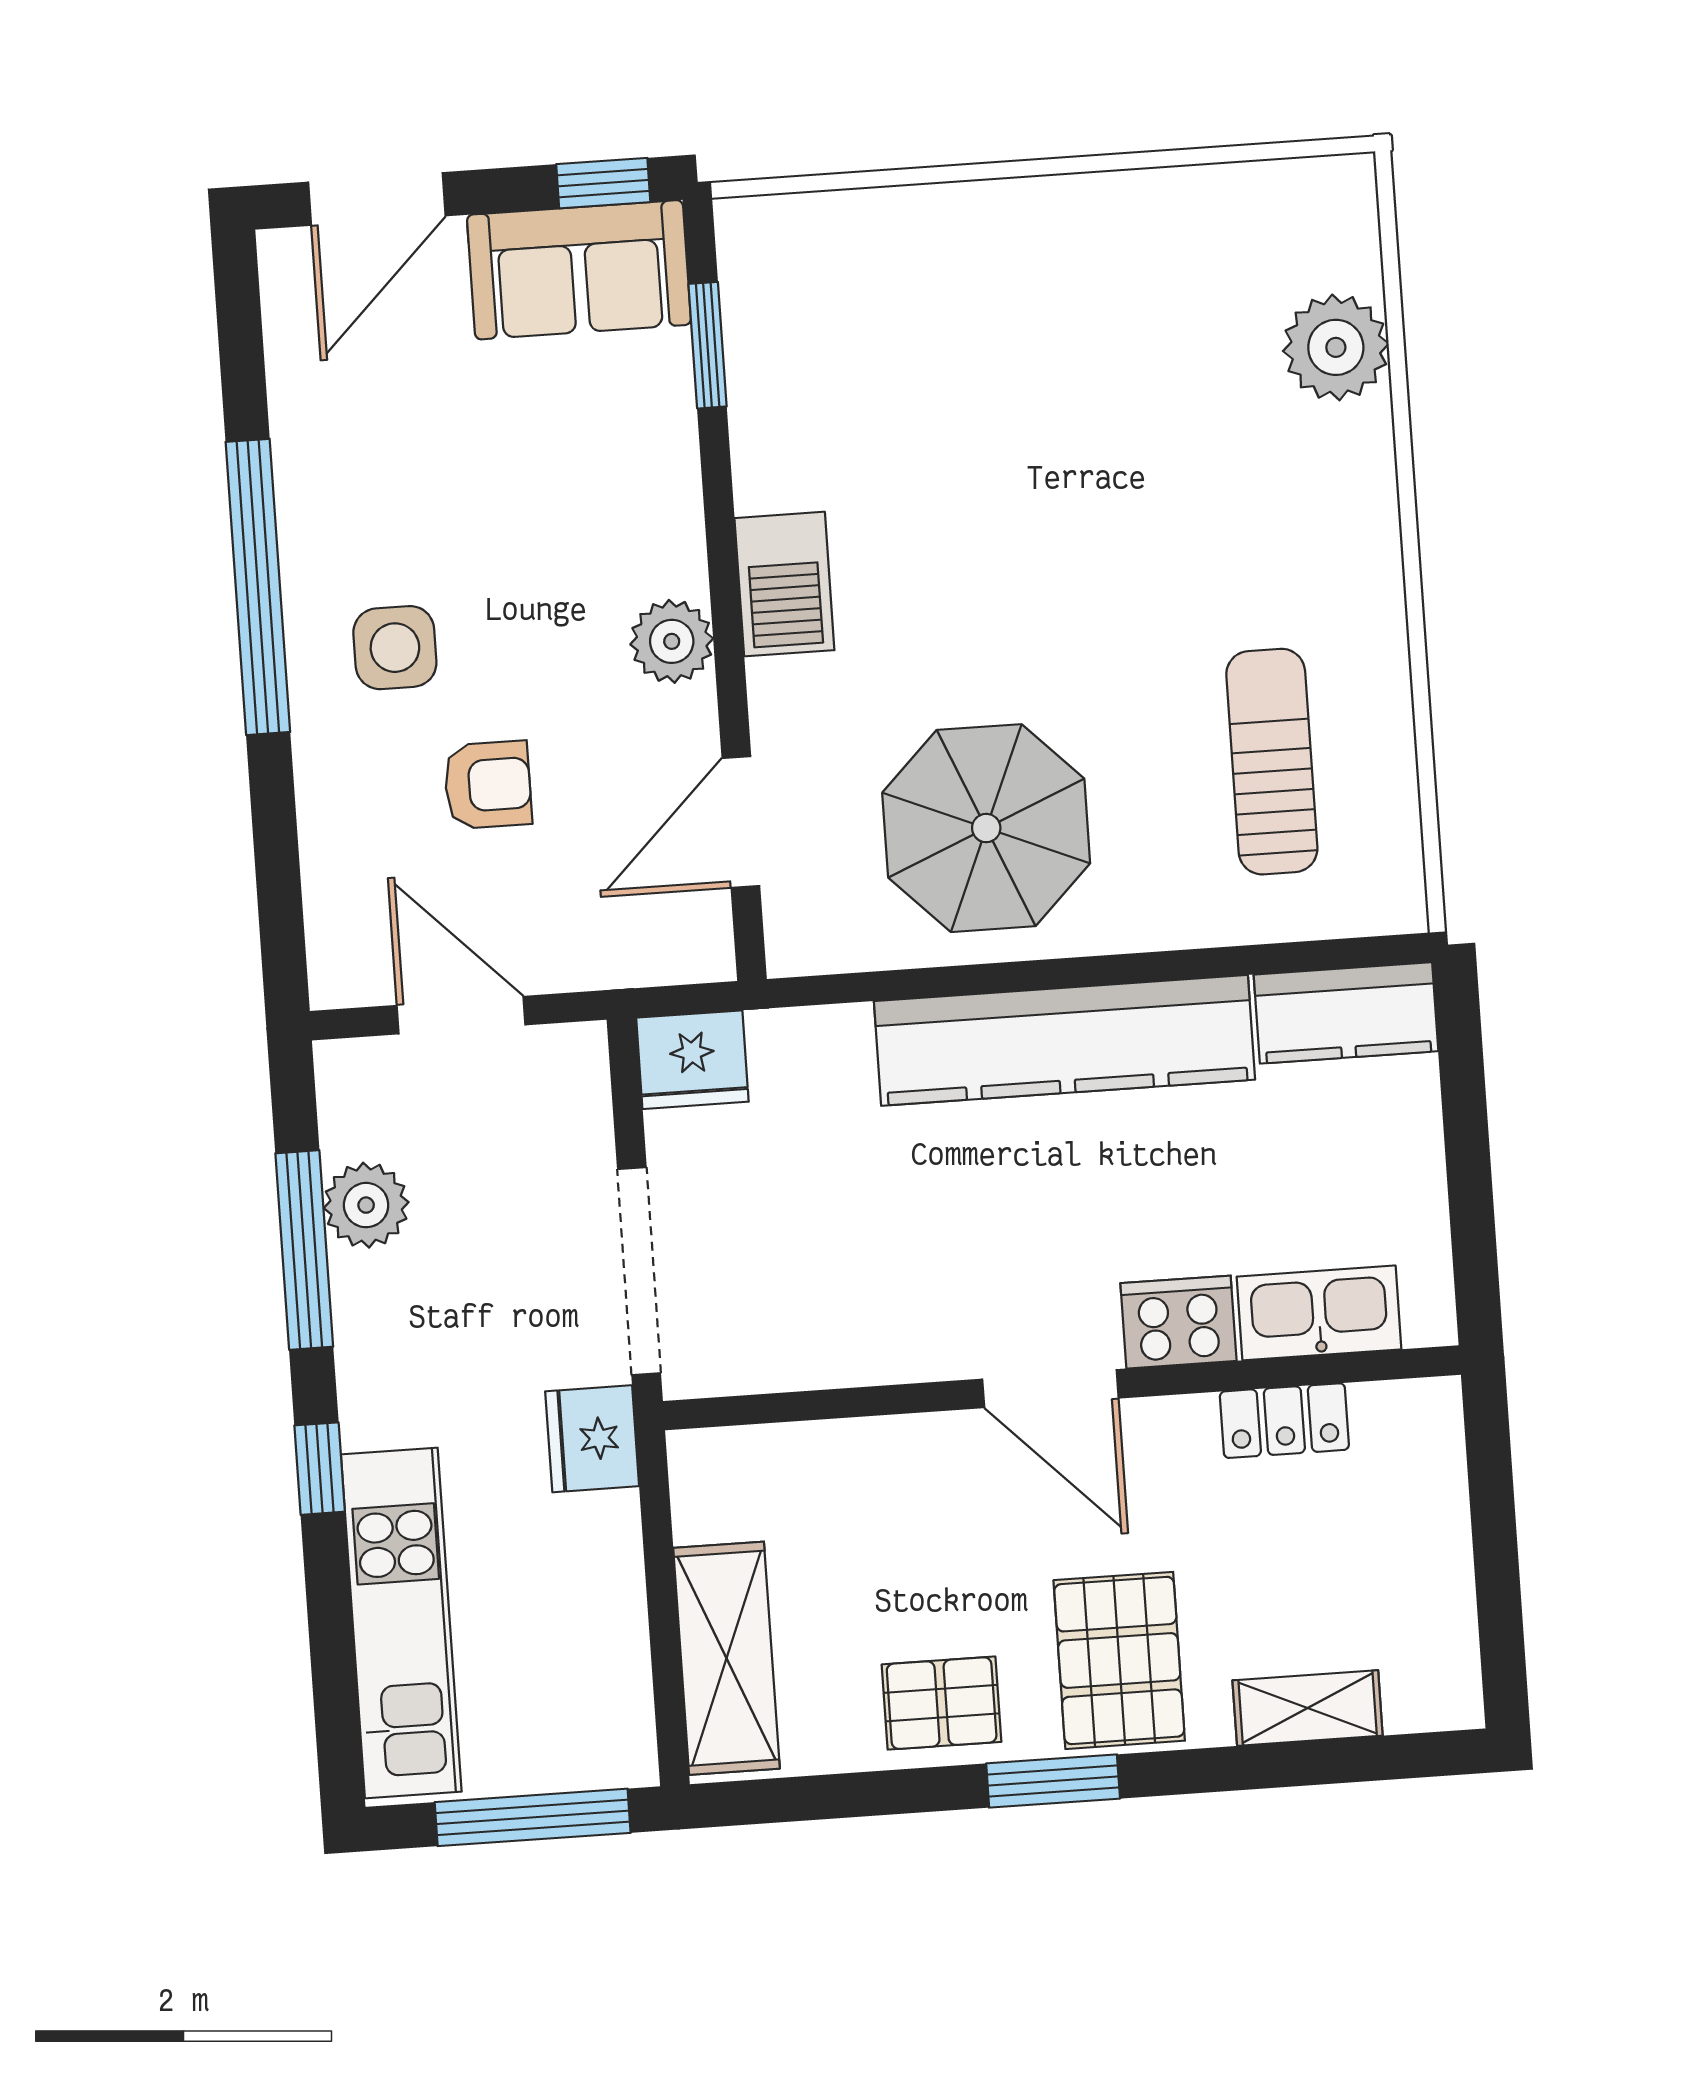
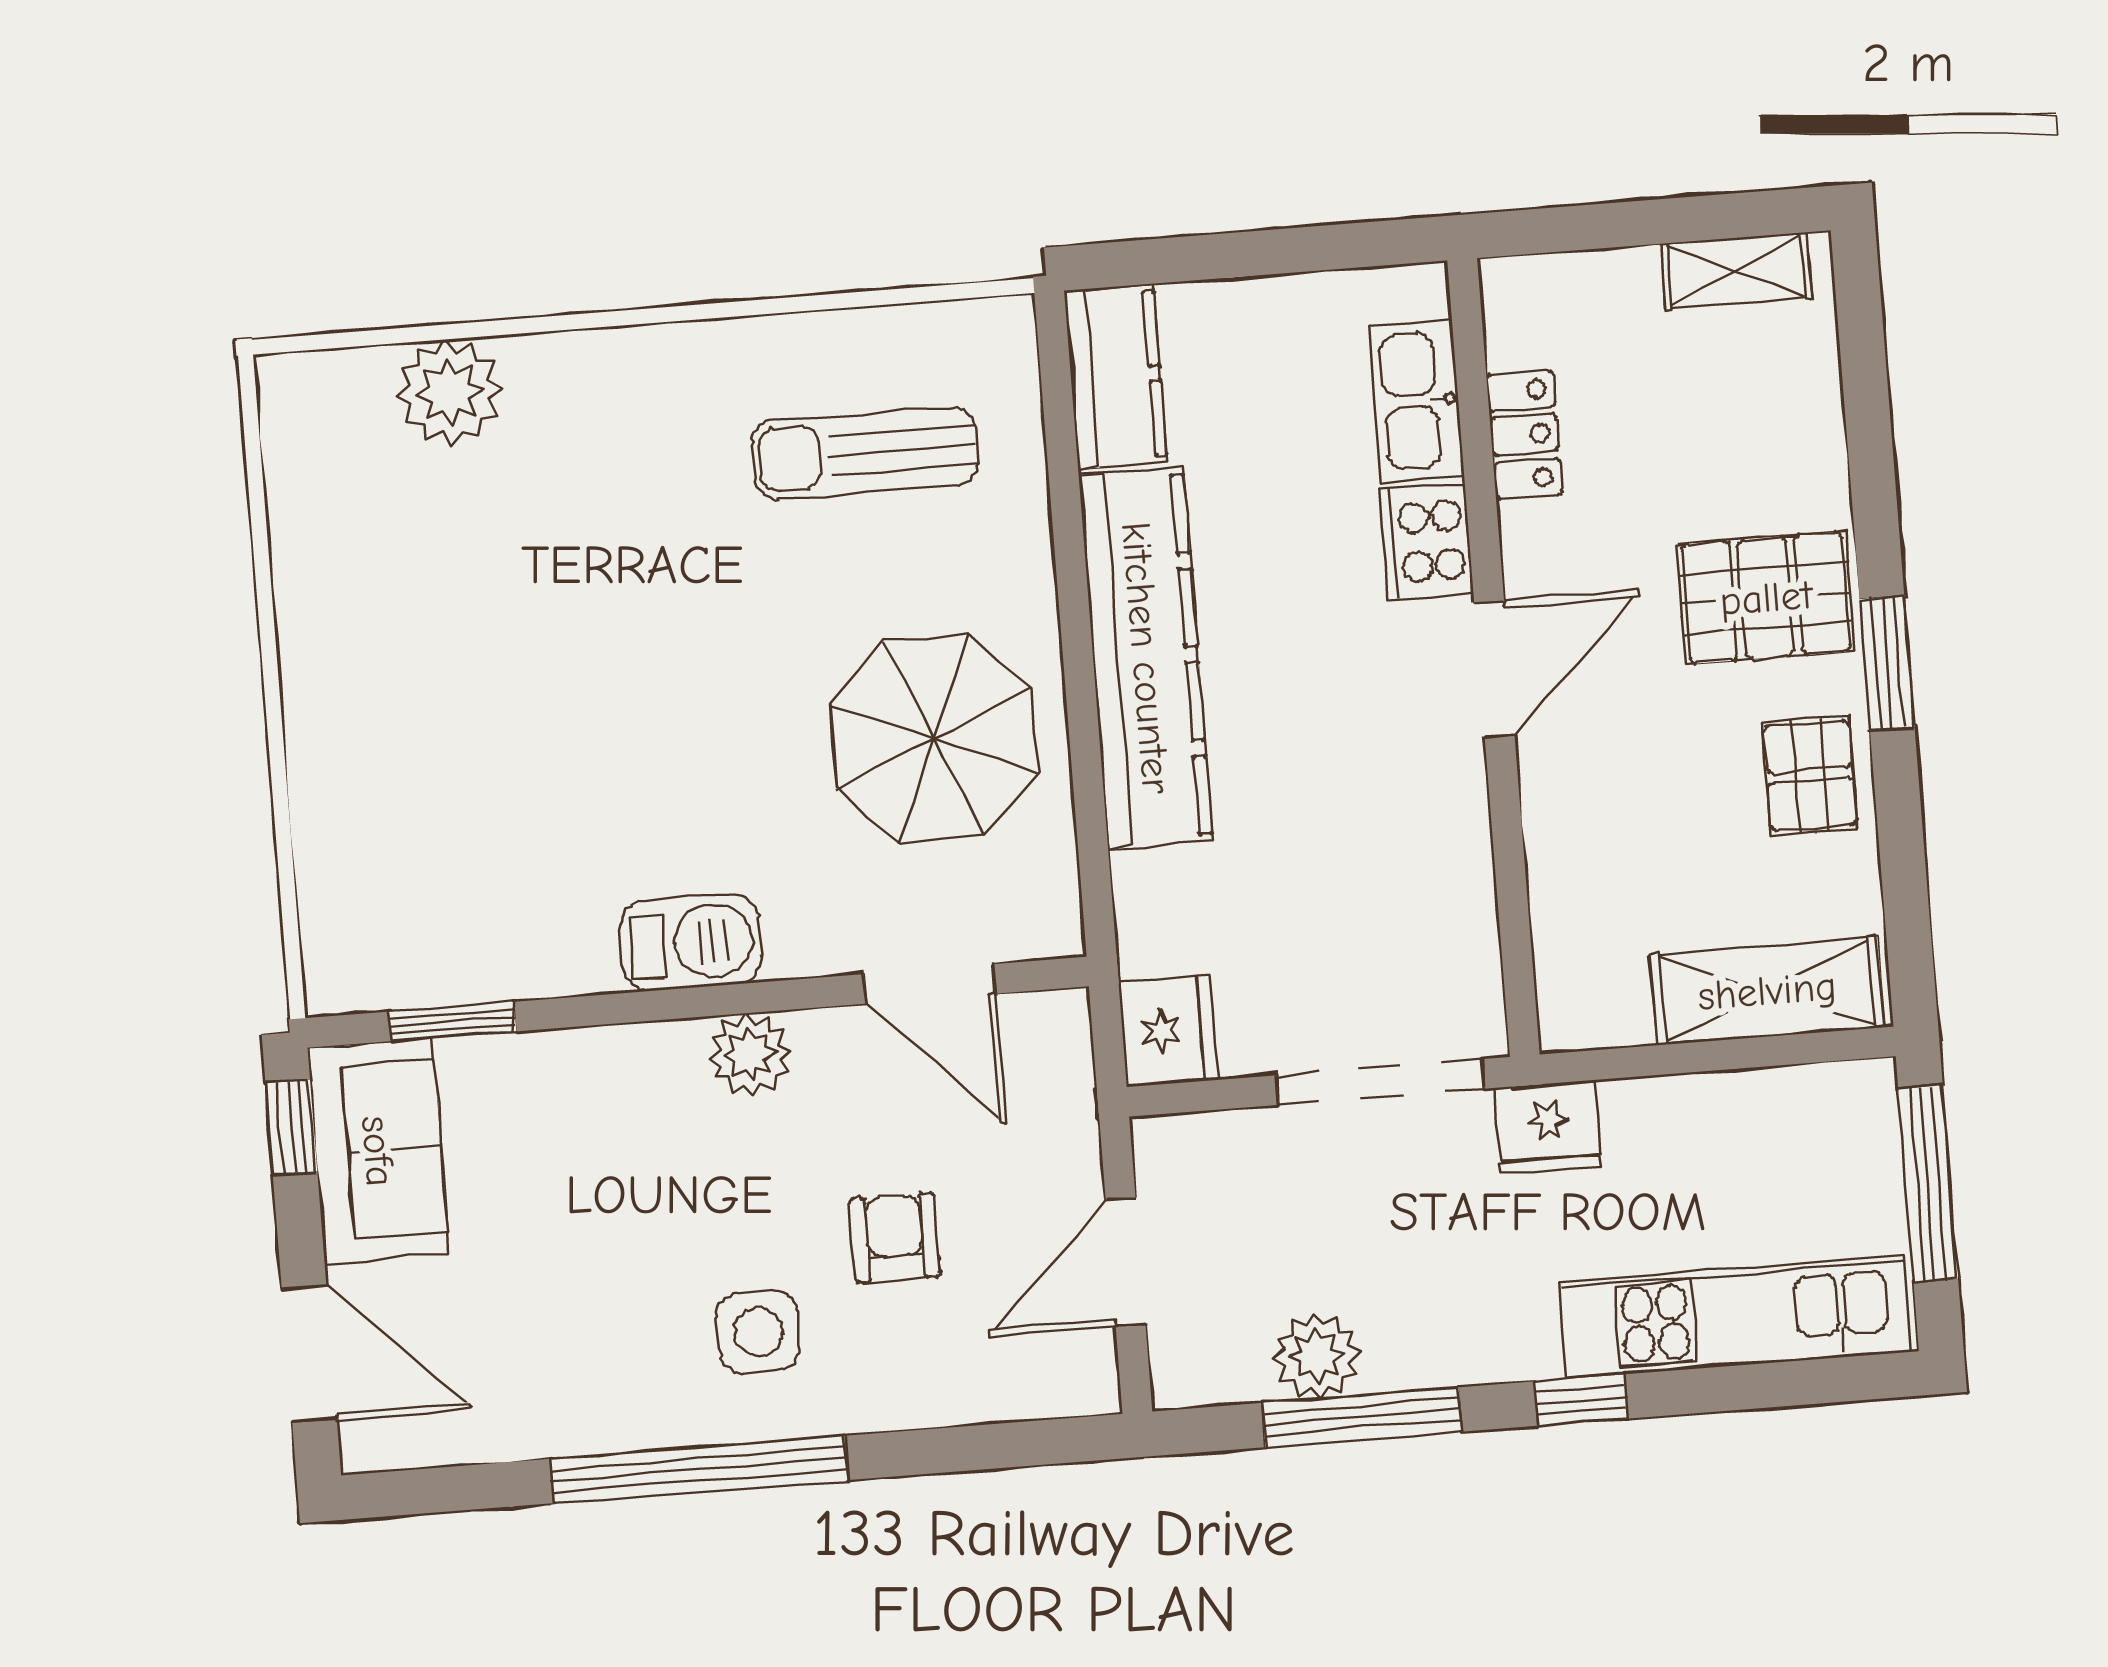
shelving: (1308, 1708) -> (1735, 271), moved, turned 90

